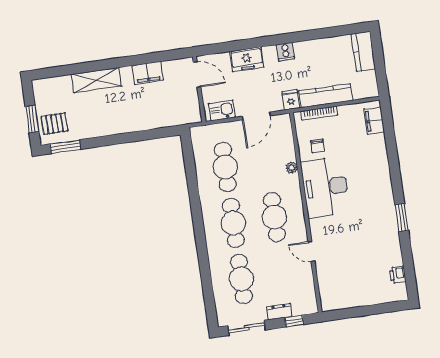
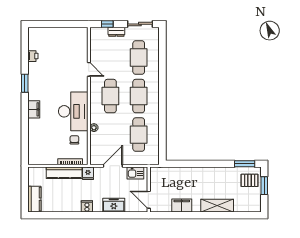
filing cabinet: (374, 121) -> (34, 109), moved
printer: (398, 275) -> (33, 56), moved

